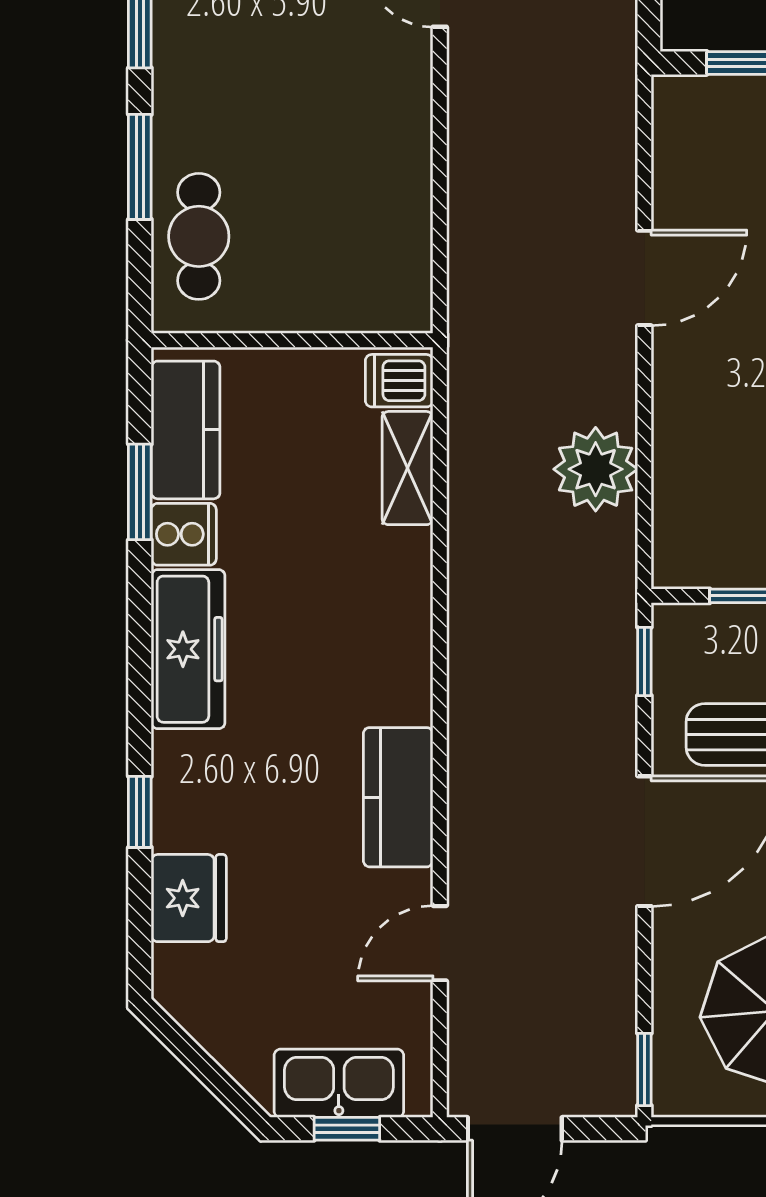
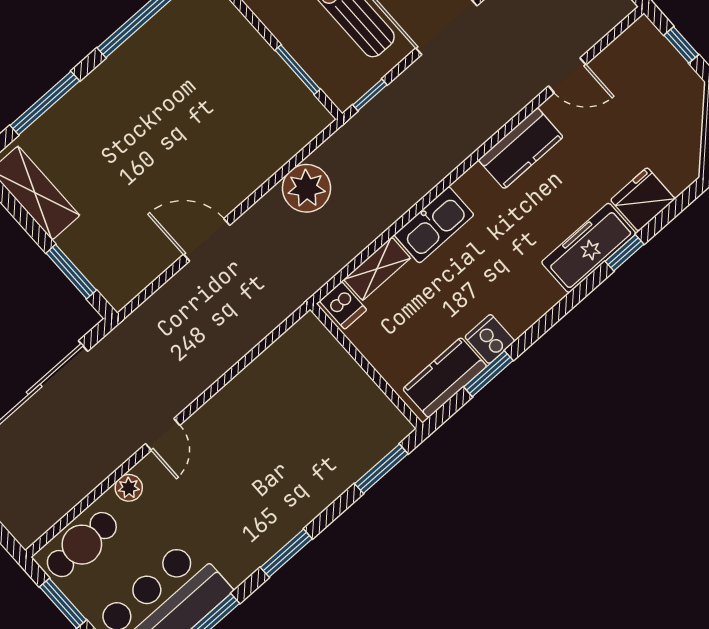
window: (140, 167) -> (381, 469), moved
cafe table: (199, 236) -> (357, 445), removed
freezer: (188, 649) -> (589, 248), moved
kitchen sink: (339, 1083) -> (434, 225), moved, turned -90

